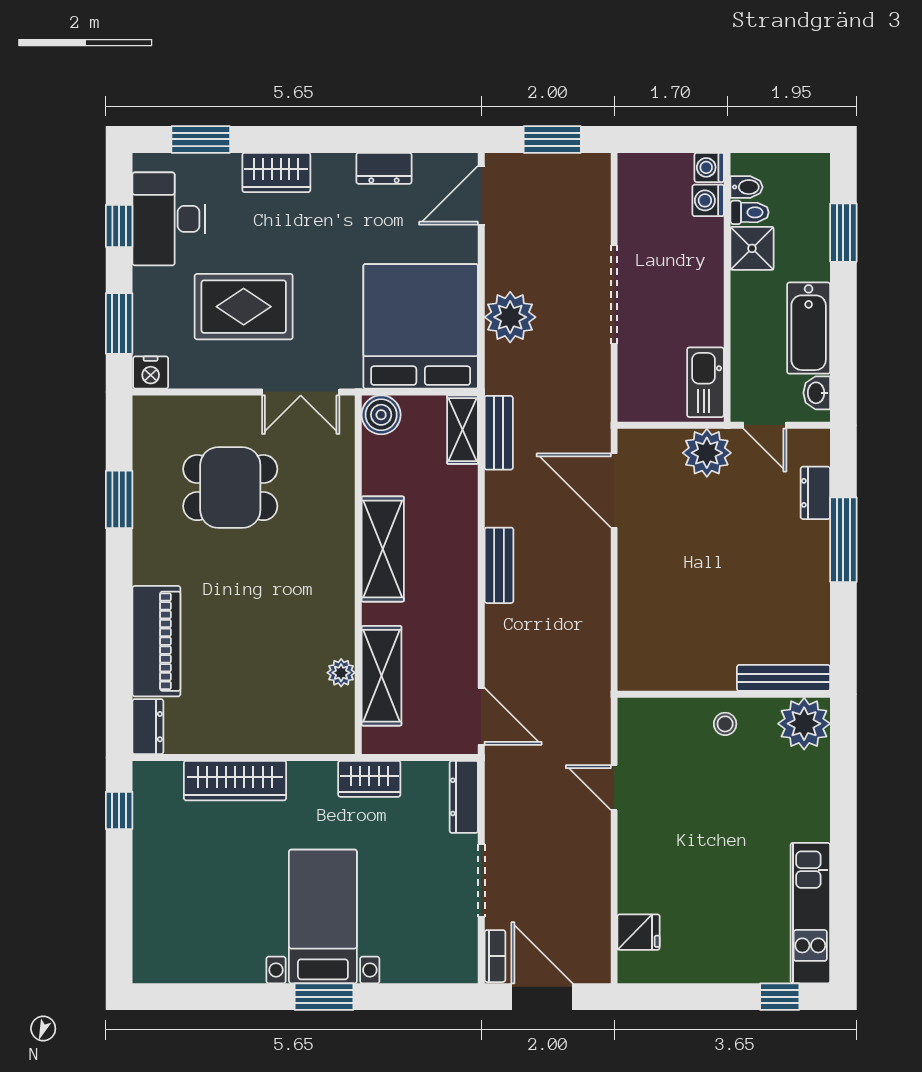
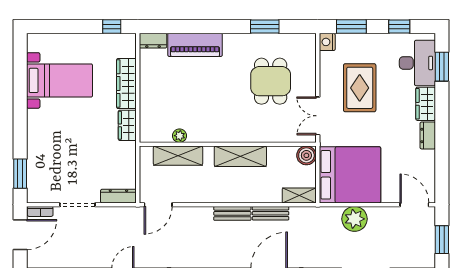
dresser: (384, 168) -> (428, 135), moved
desk: (169, 219) -> (417, 63), moved, turned 90
bench: (499, 433) -> (270, 213), moved
wardrobe: (369, 779) -> (127, 125), moved
bed with nightstands: (323, 916) -> (60, 80), moved
window: (324, 997) -> (20, 174), moved

